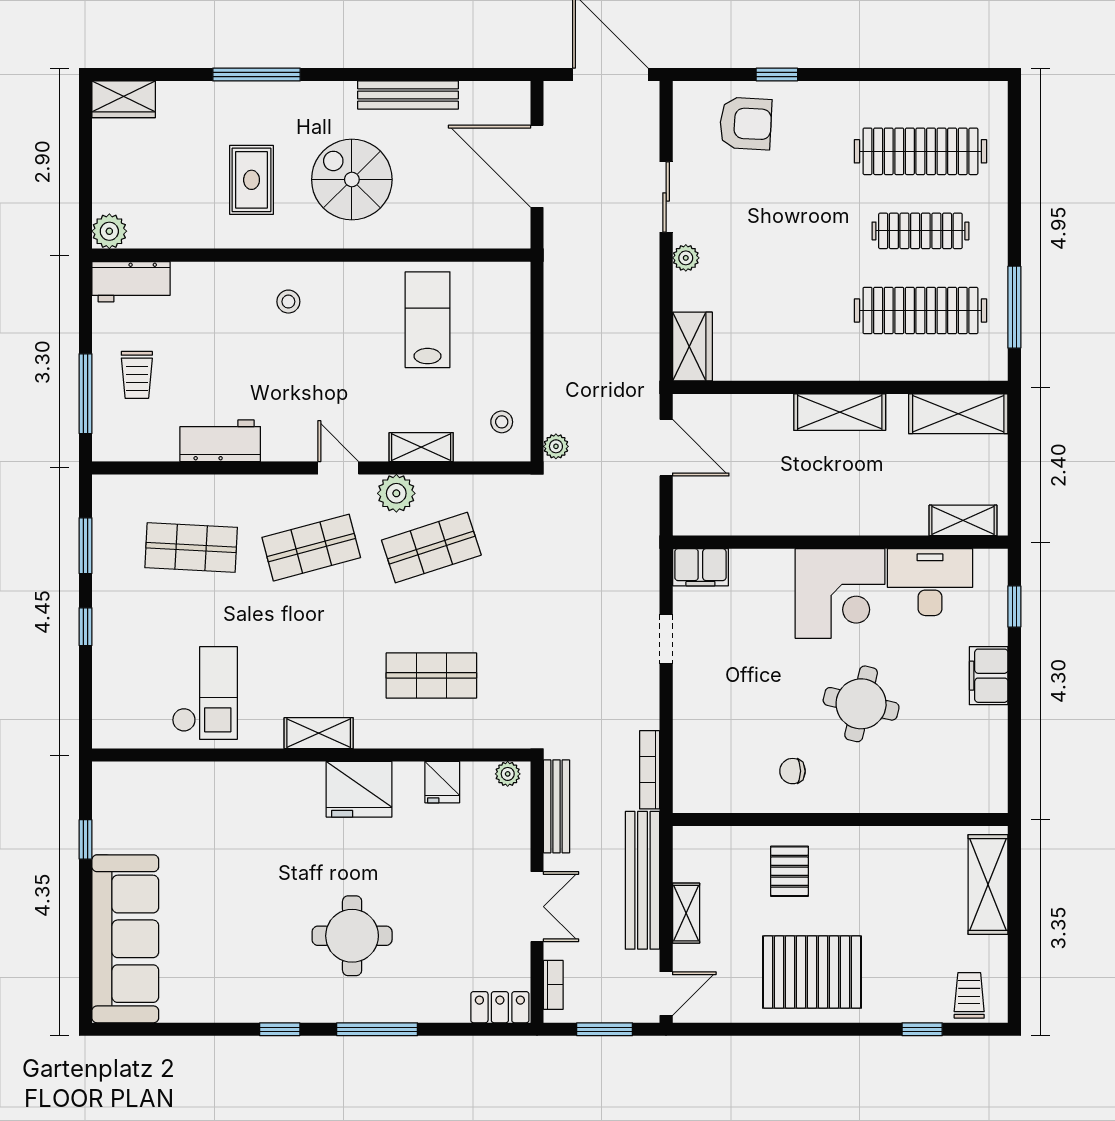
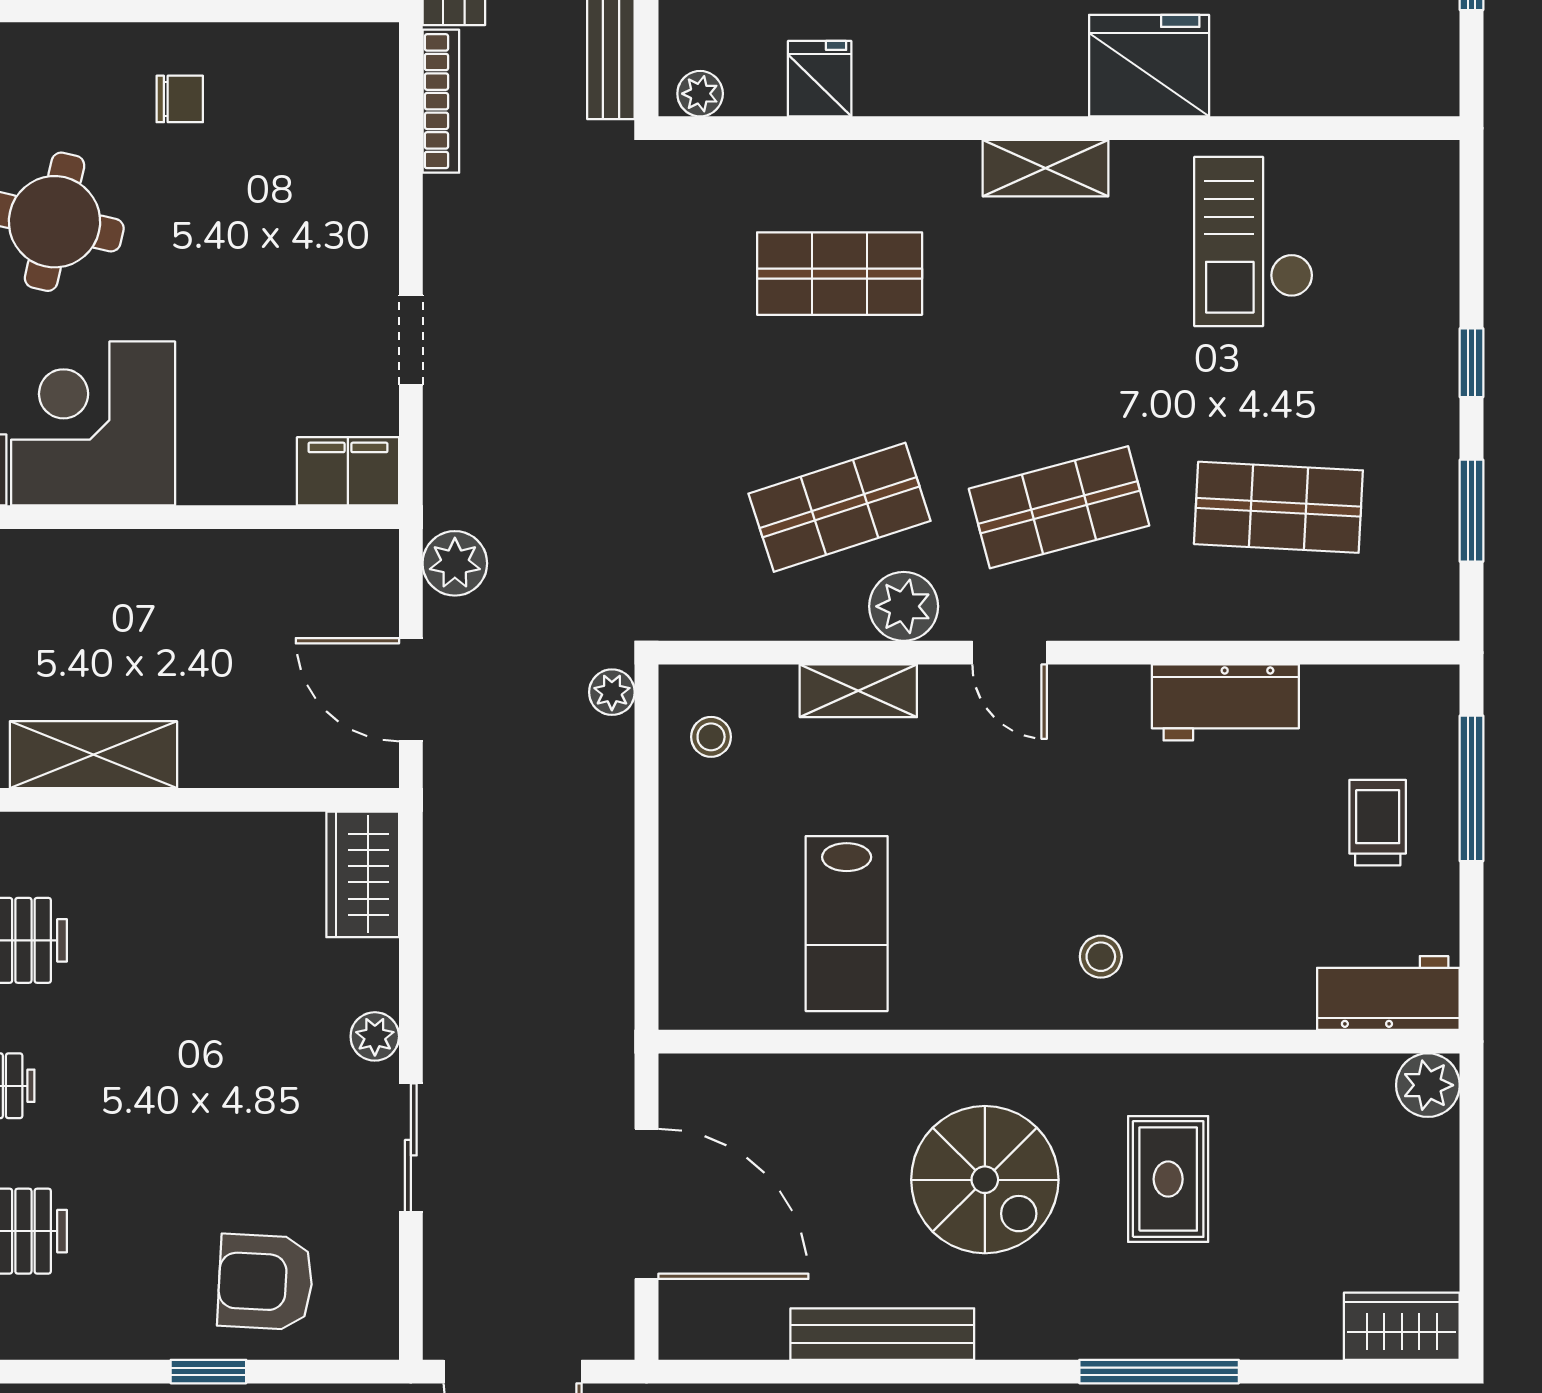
plant: (642, 517) -> (455, 563), added
fridge: (359, 789) -> (1149, 66), moved

